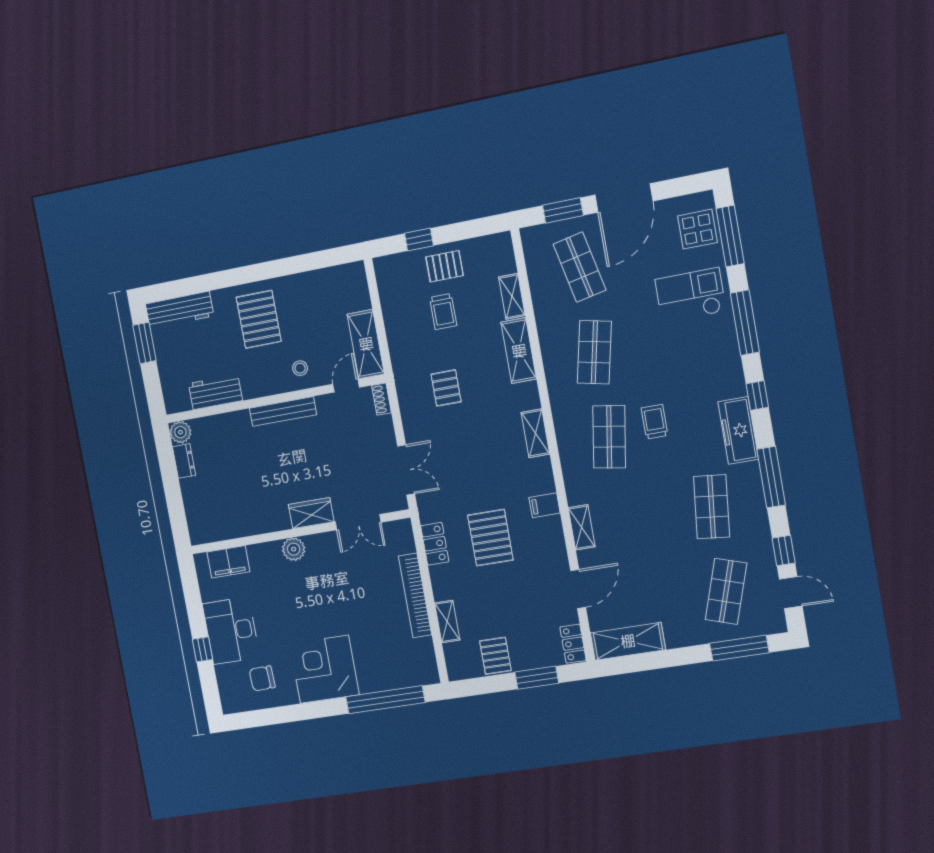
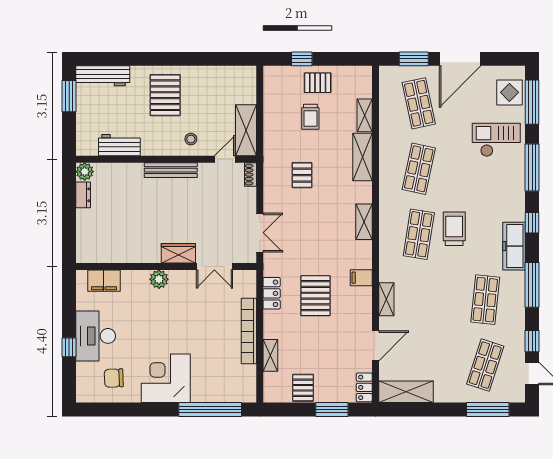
trolley: (654, 422) -> (454, 229), width x1.36, depth x1.39

